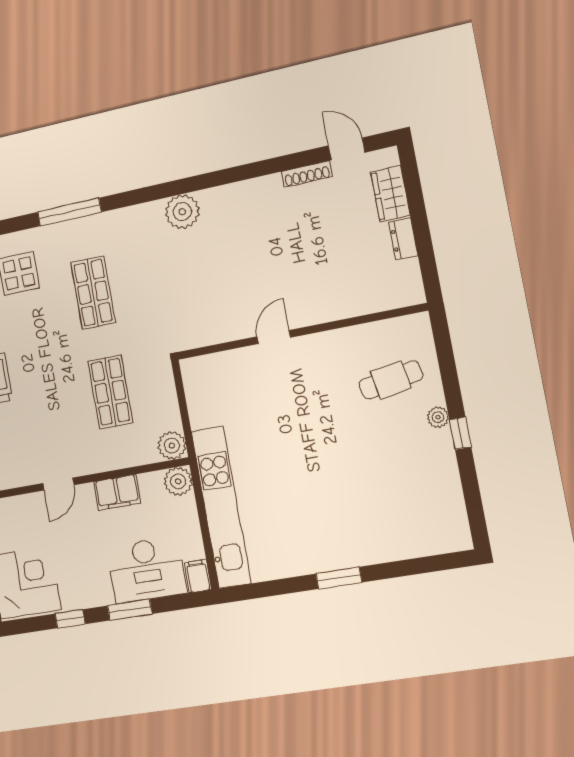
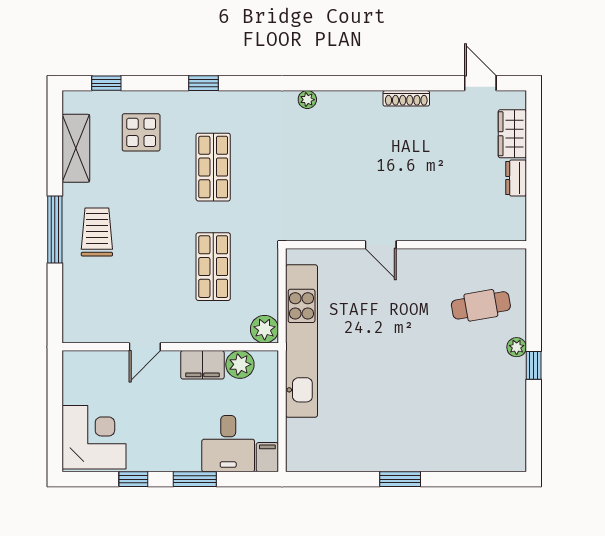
shoe rack: (307, 174) -> (406, 98), moved
window: (69, 212) -> (204, 83), width x0.46
plant: (182, 212) -> (307, 100), width x0.53, depth x0.53
door: (274, 337) -> (381, 245), swing flipped
plant: (178, 481) -> (240, 364), moved
kitchen unit: (221, 507) -> (302, 341), moved
desk: (147, 570) -> (228, 444), width x0.73

